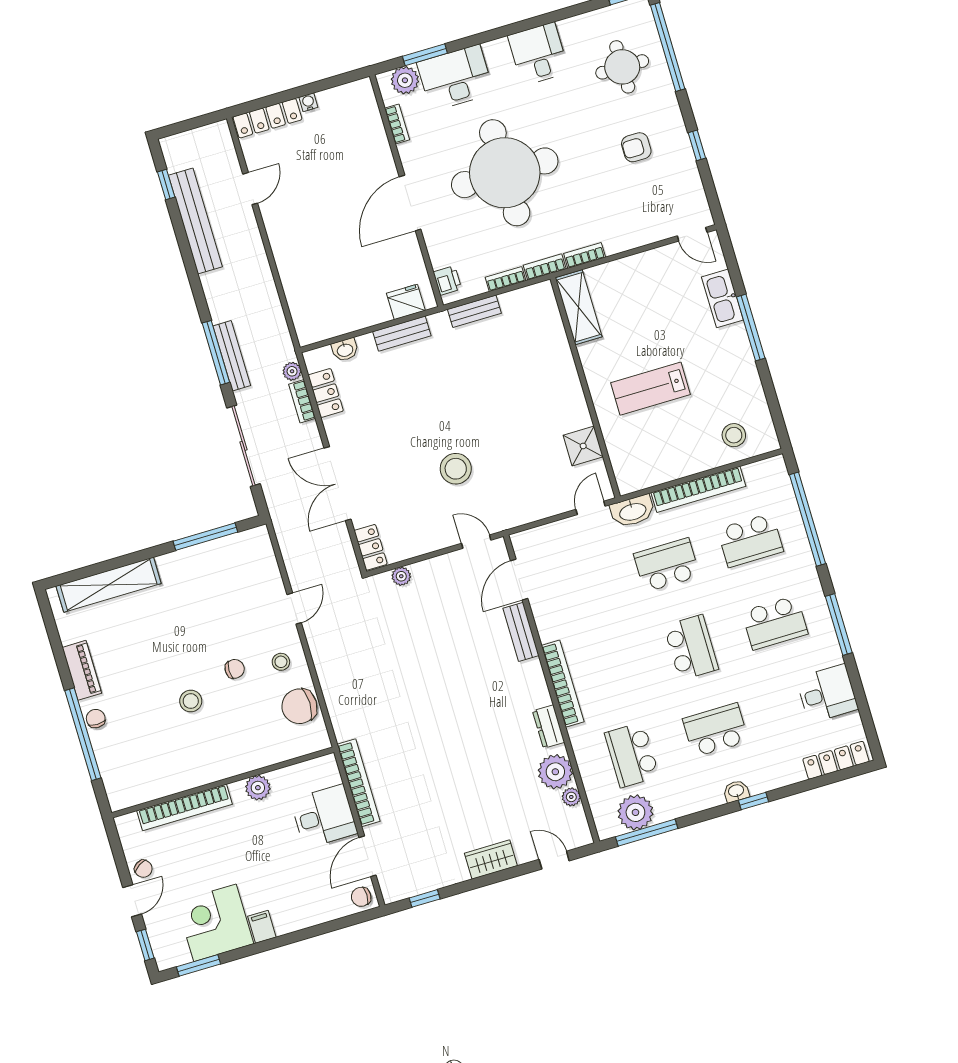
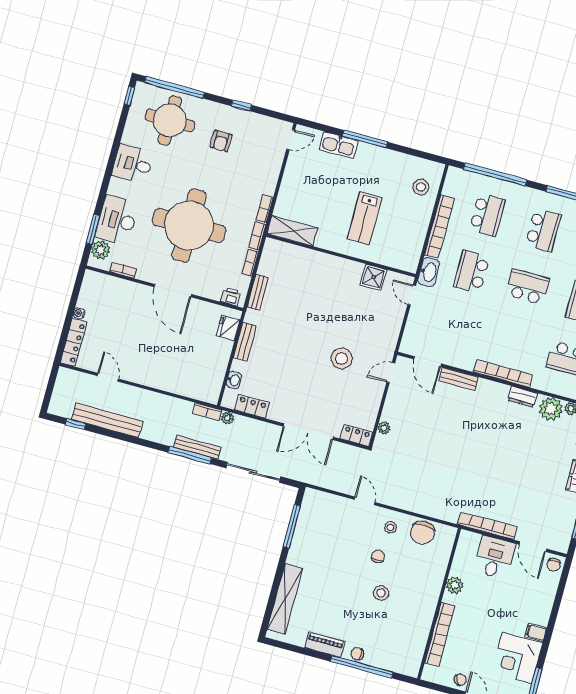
round table: (622, 67) -> (170, 121), width x1.36, depth x1.36
bookcase: (302, 401) -> (207, 412), moved

